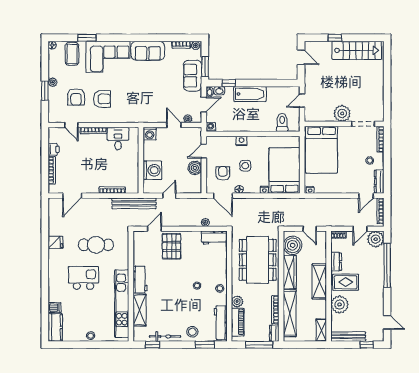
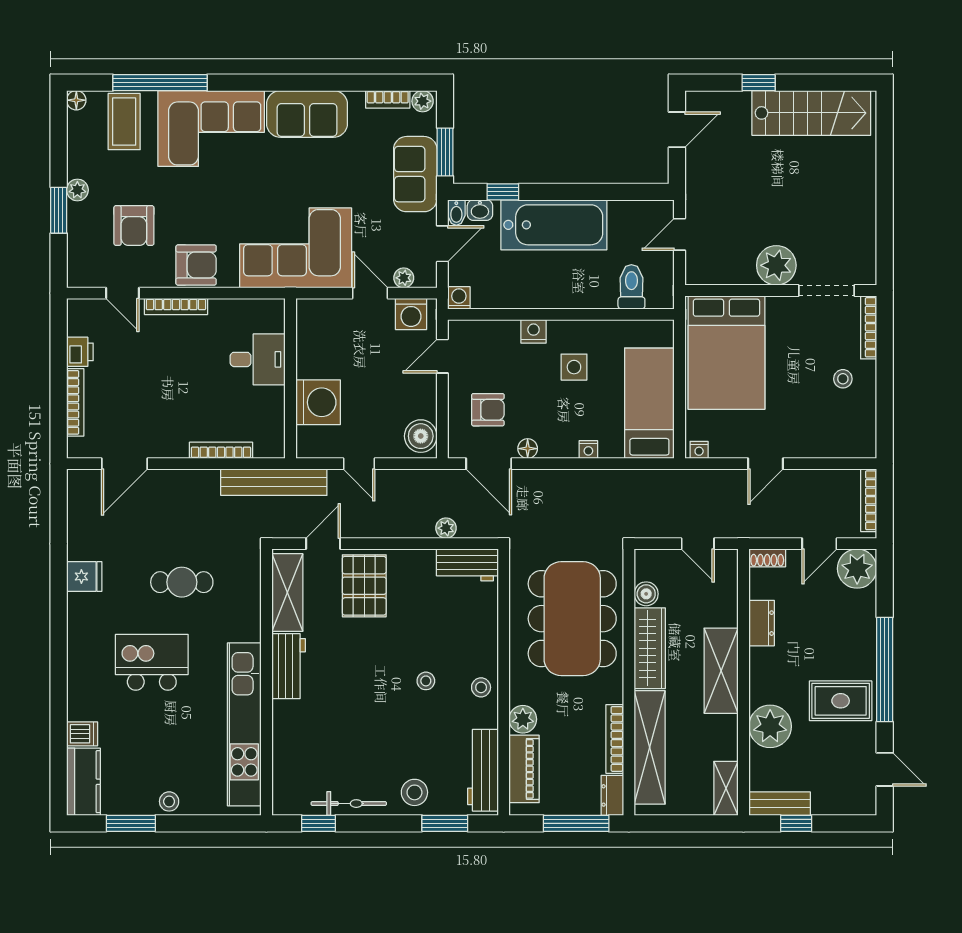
window: (87, 38) -> (160, 83), width x2.11
door: (301, 57) -> (677, 130), hinge flipped
bathtub: (250, 94) -> (554, 225), width x1.36, depth x1.36
armchair: (102, 99) -> (196, 265), moved
corner sofa: (143, 106) -> (296, 248), added
washing machine: (150, 134) -> (411, 314), moved
desk: (118, 139) -> (258, 359), moved, turned 90
side table: (245, 166) -> (574, 367), moved
boiler: (195, 168) -> (421, 436), moved
bed: (284, 171) -> (649, 403), width x0.67
armchair: (223, 173) -> (488, 410), turned 90
dresser: (379, 182) -> (865, 429), removed
door: (169, 196) -> (359, 464), swing flipped
door: (366, 196) -> (765, 464), moved
cafe table: (96, 245) -> (182, 582), width x0.73, depth x0.74
boiler: (293, 245) -> (646, 594), width x0.54, depth x0.54
window: (387, 265) -> (885, 670), moved
rug: (346, 282) -> (841, 701), moved
shelving: (140, 310) -> (287, 593), moved
bench: (348, 337) -> (780, 804), width x0.73
window: (75, 345) -> (131, 823), added
window: (367, 345) -> (796, 823), moved

